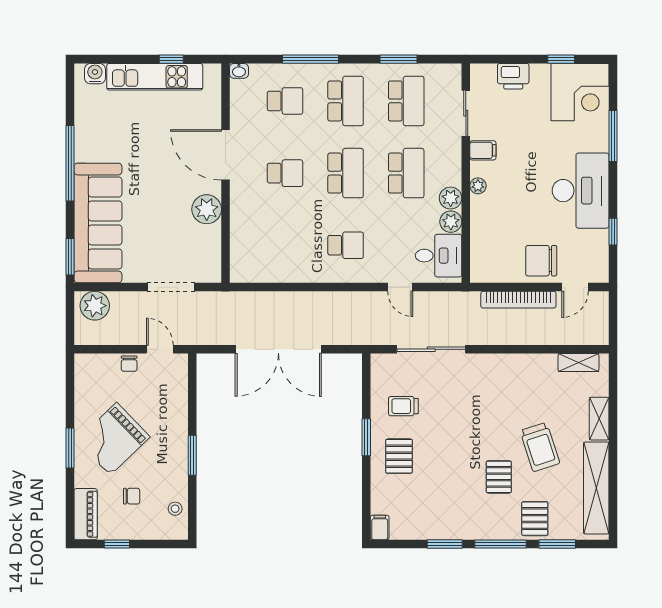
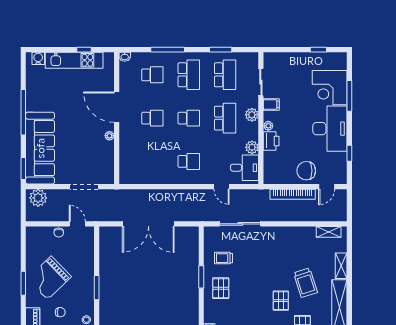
printer: (513, 76) -> (271, 141), moved, turned -90
corner desk: (580, 92) -> (330, 88), moved, turned 90
school desk: (346, 173) -> (189, 118), width x0.54
plant: (451, 198) -> (252, 115), moved
plant: (207, 209) -> (109, 136), width x0.53, depth x0.53

